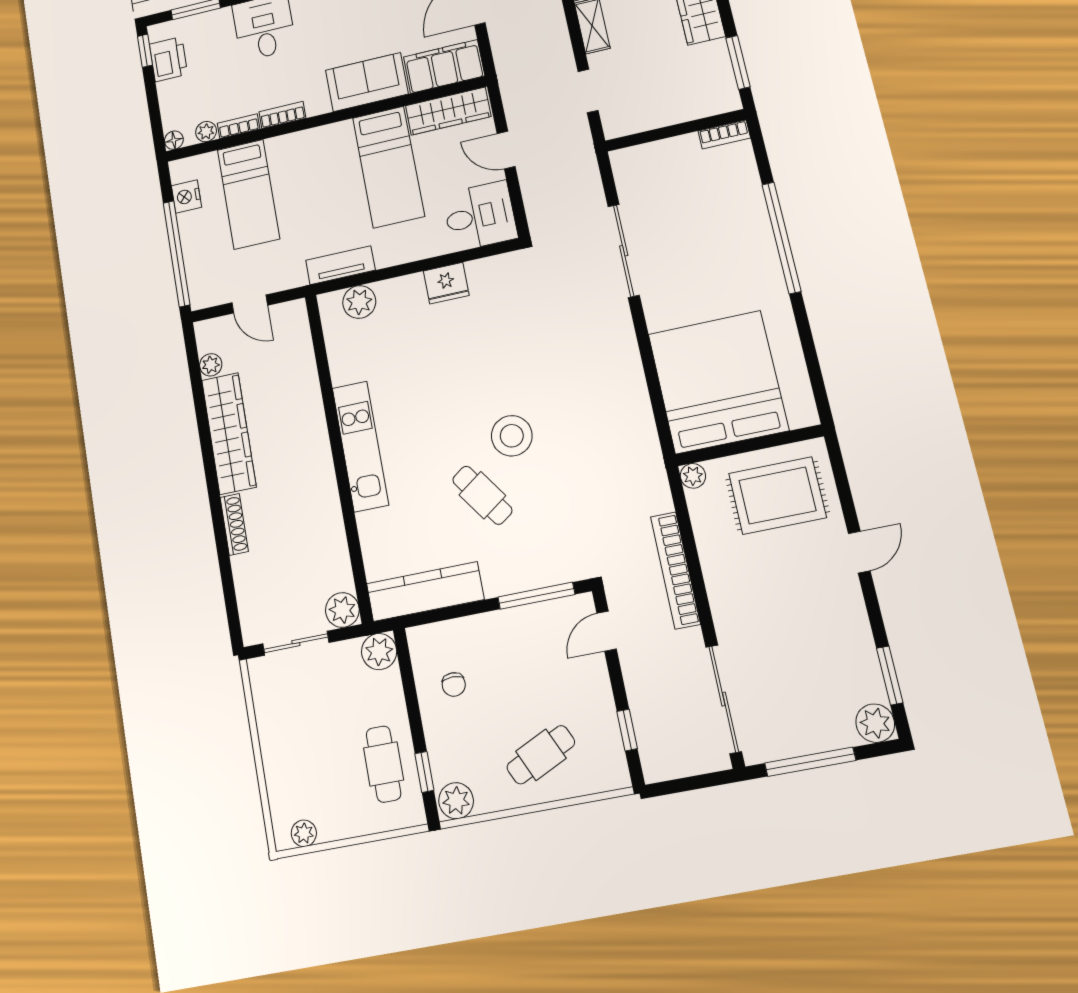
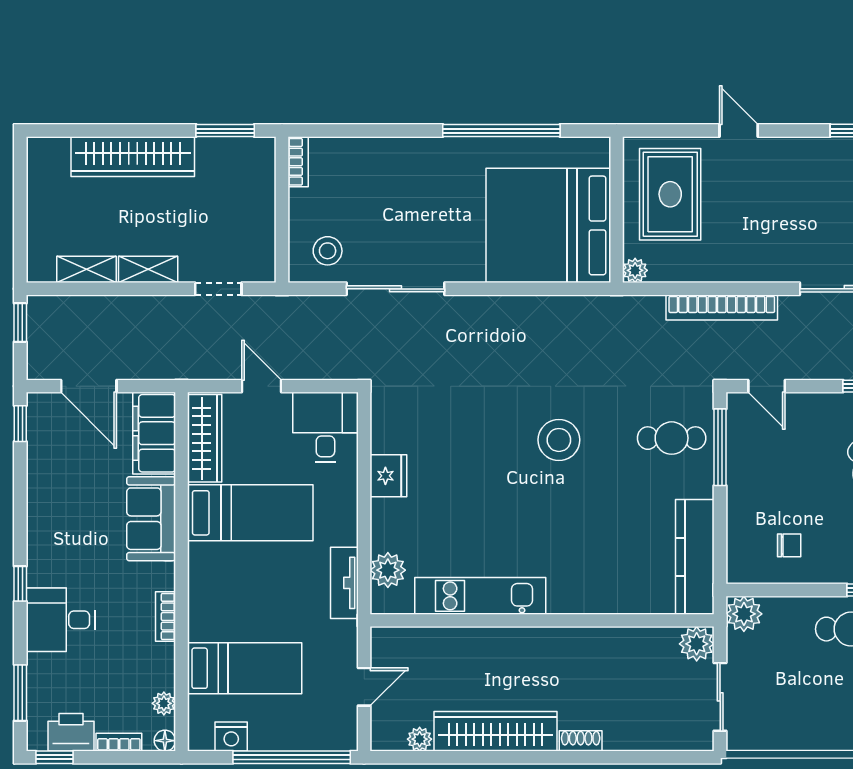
bookcase: (239, 126) -> (119, 742), moved, turned 90
door: (506, 150) -> (261, 386), swing flipped
stool: (646, 180) -> (328, 251), added
window: (781, 238) -> (501, 131), moved
kitchen unit: (360, 446) -> (480, 596), moved
cafe table: (482, 495) -> (672, 438), moved, turned 35
shoe rack: (234, 524) -> (581, 741), width x0.70

